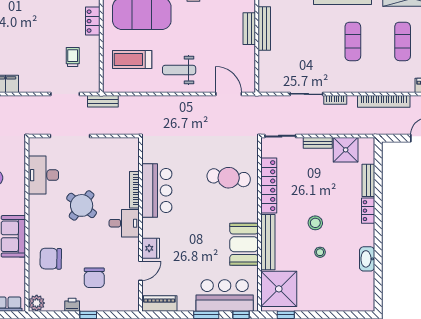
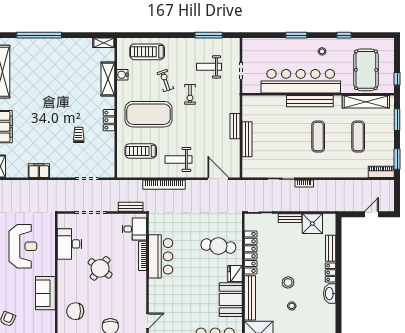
bench: (264, 28) -> (247, 139), moved
trolley: (73, 57) -> (79, 135), moved
bench: (103, 101) -> (131, 207), moved
bookcase: (384, 101) -> (164, 185), moved
desk: (124, 223) -> (134, 229), moved
fridge: (151, 248) -> (235, 274), moved, turned 180
washbasin: (367, 259) -> (330, 294), moved

